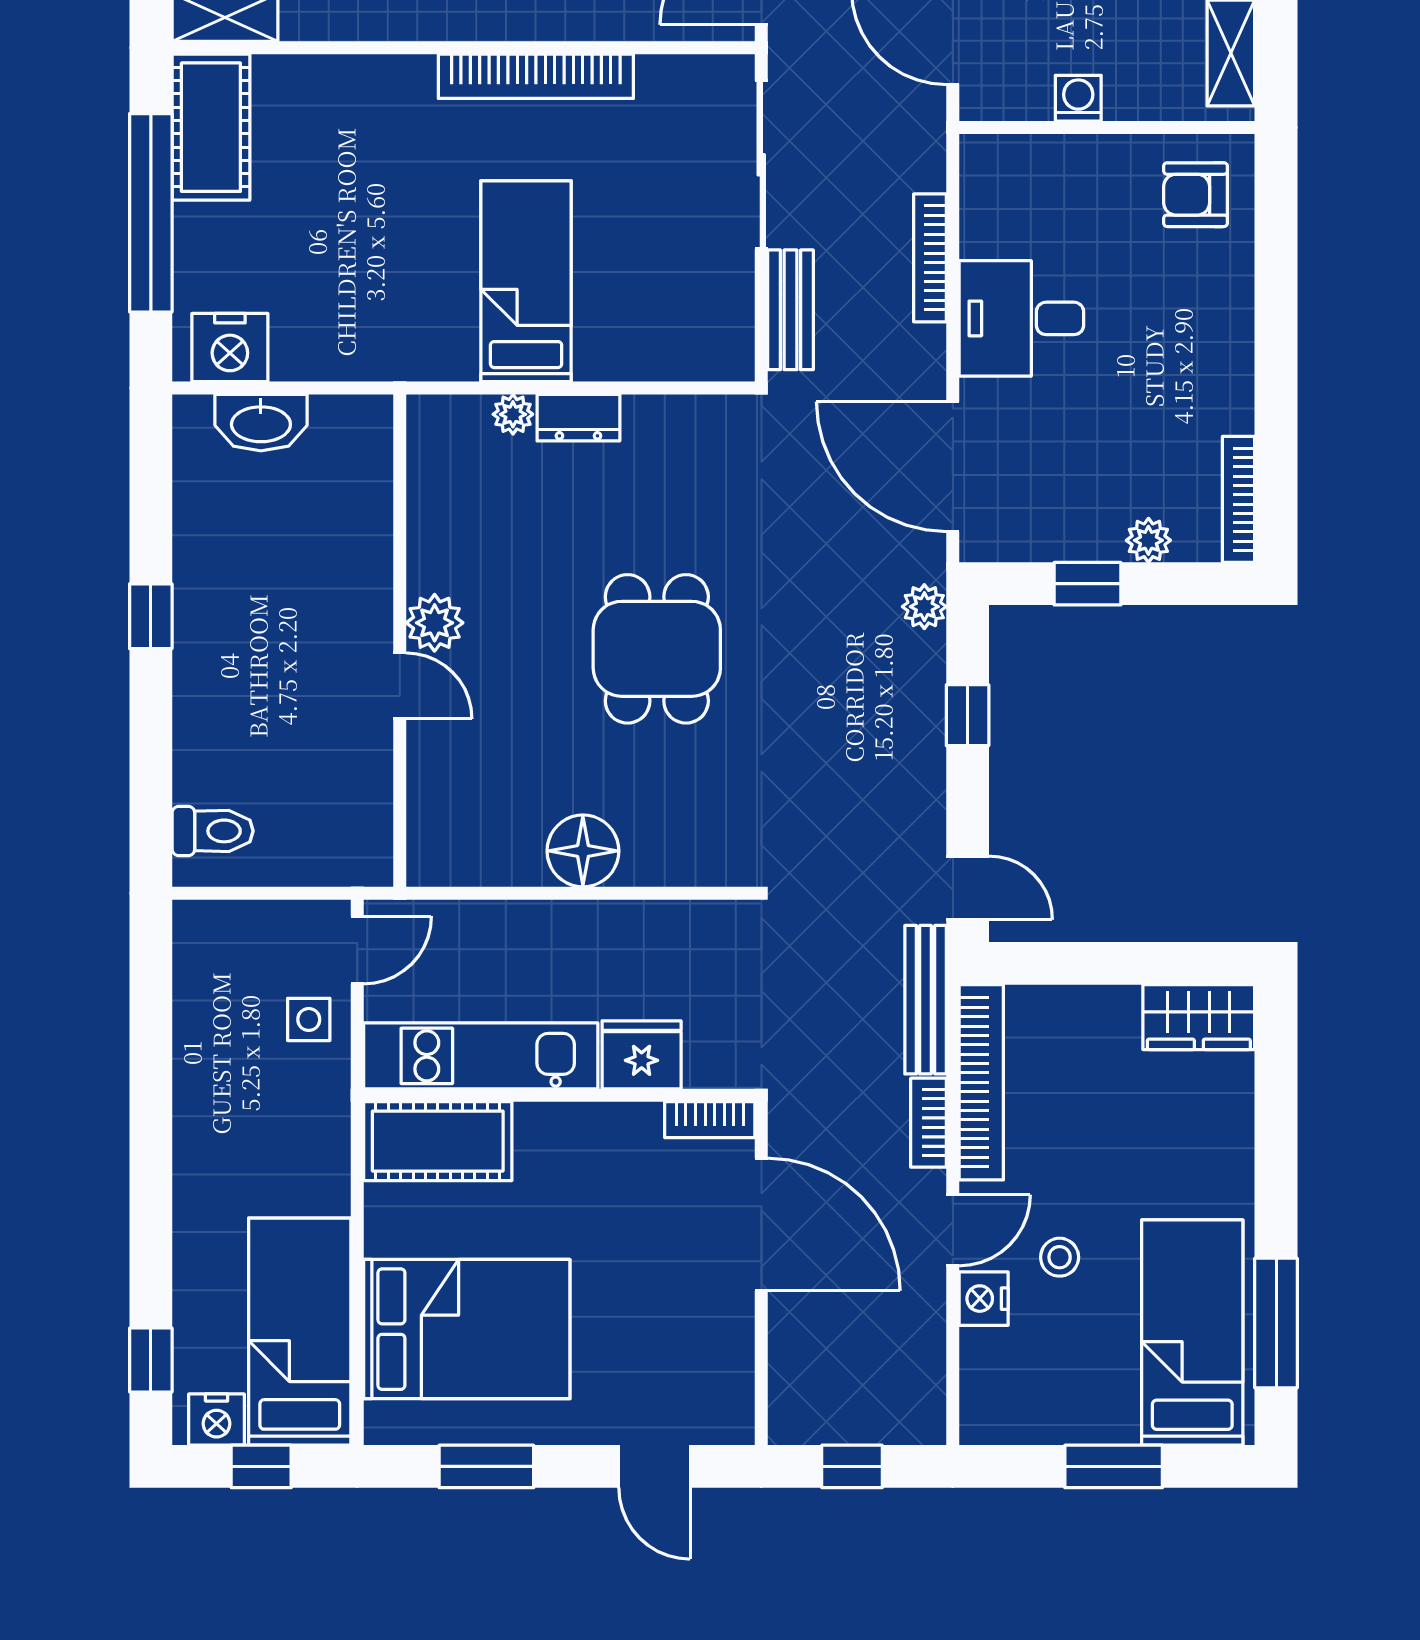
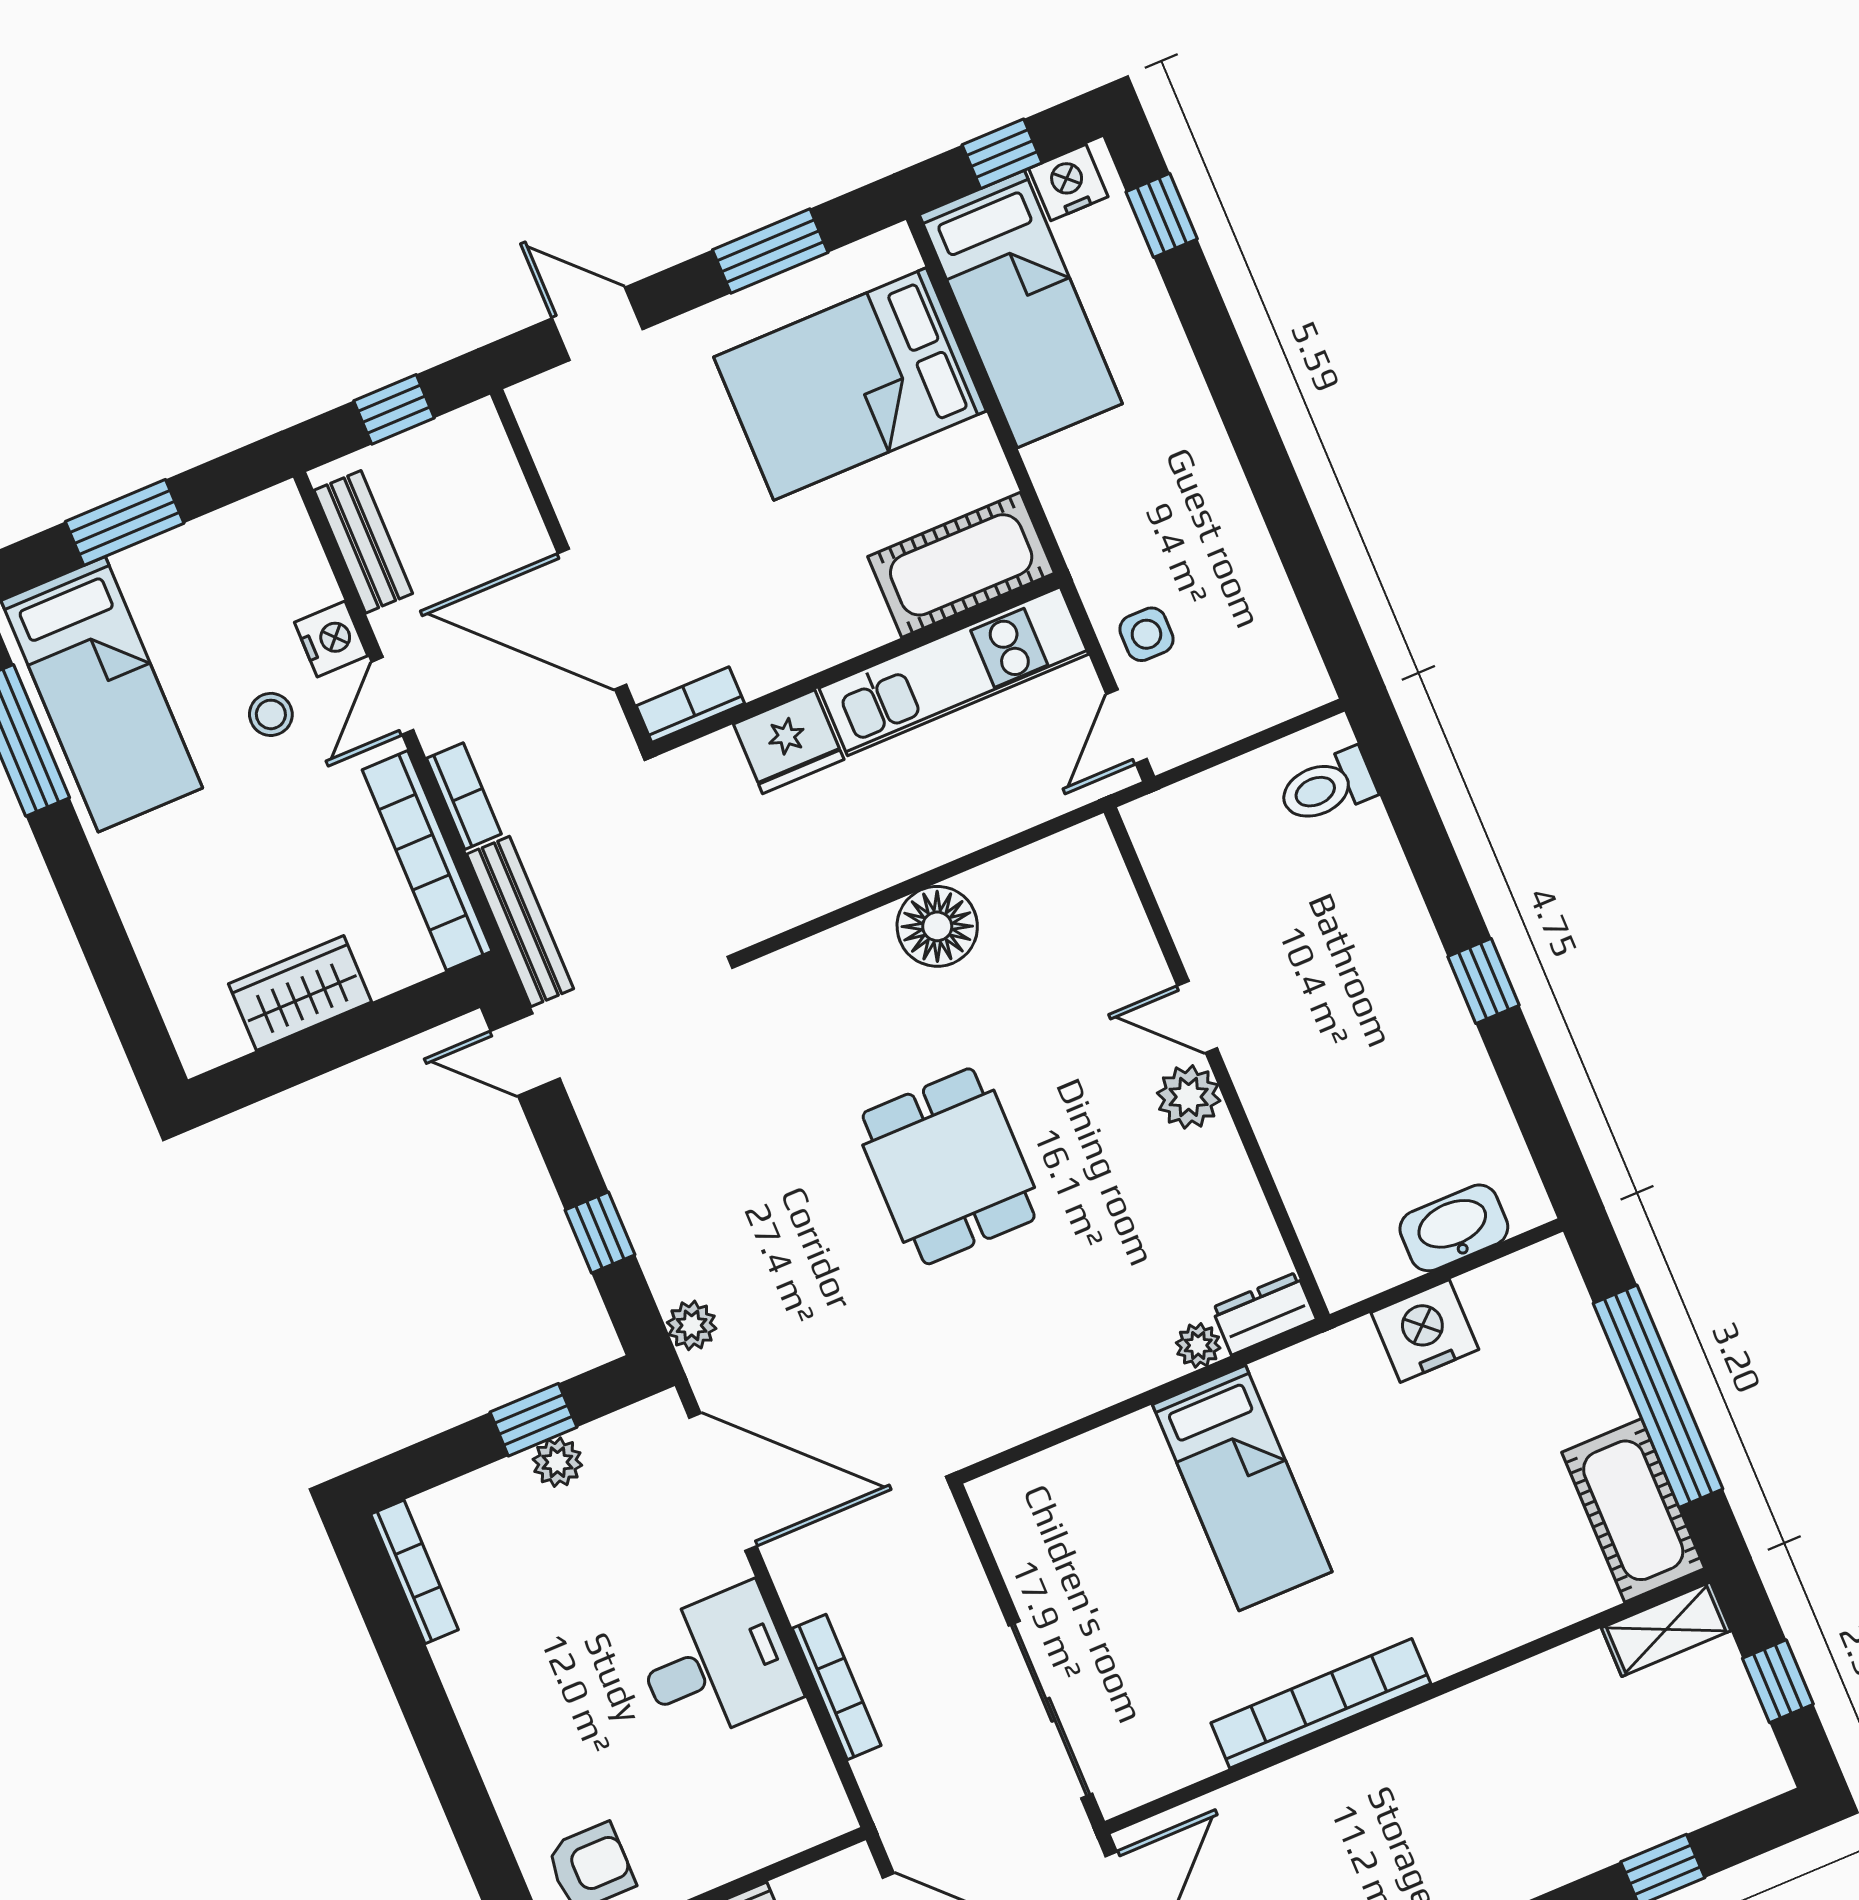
bench: (791, 310) -> (363, 542), moved
nightstand: (230, 348) -> (1425, 1331), moved
dresser: (578, 418) -> (1264, 1314), moved
plant: (1148, 540) -> (557, 1462), moved
wardrobe: (1199, 1017) -> (300, 993), moved

